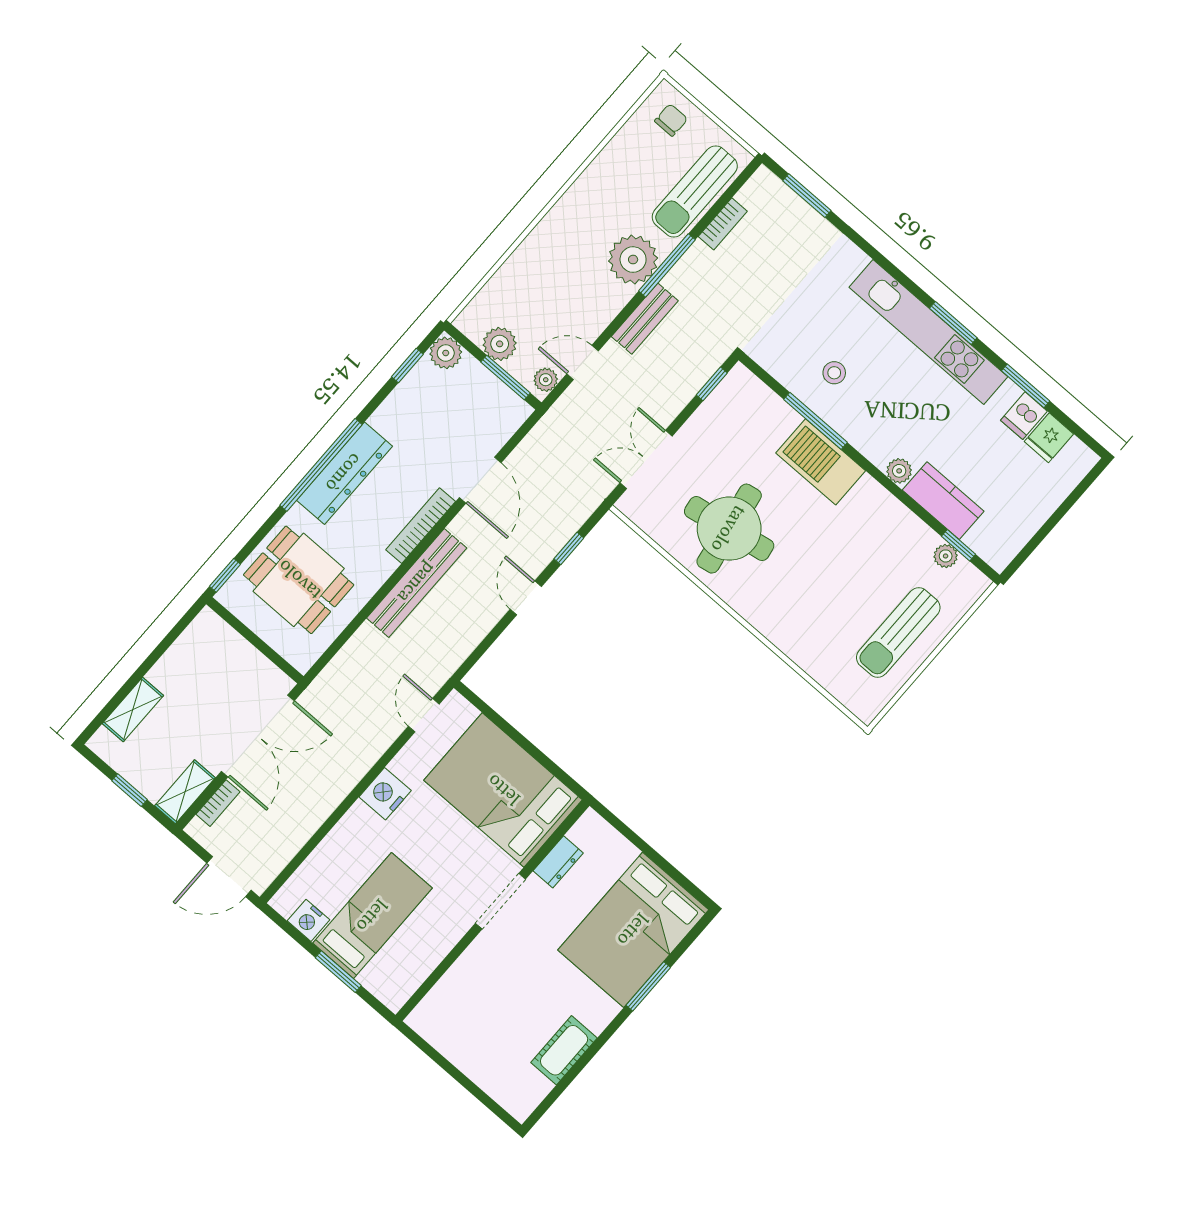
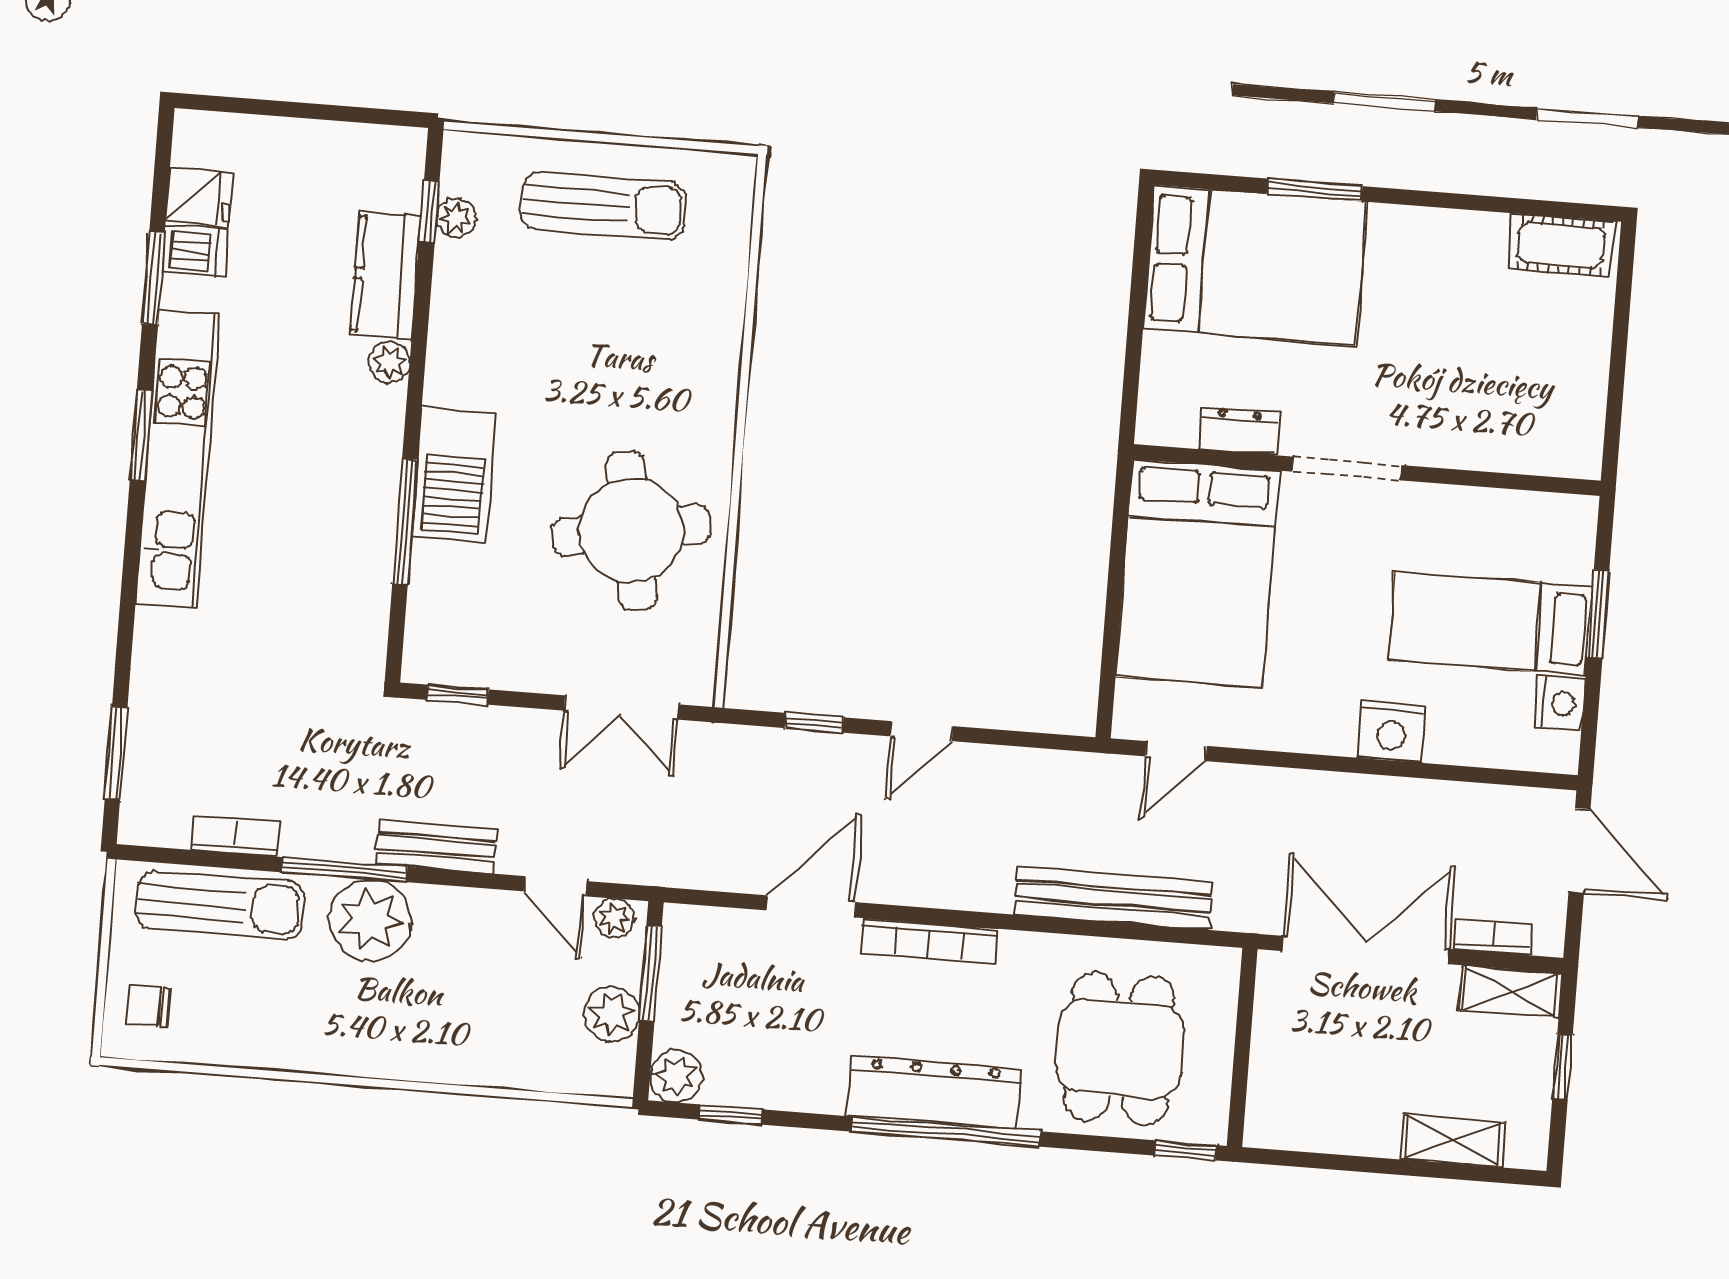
stool: (834, 373) -> (323, 544), removed
bench: (417, 583) -> (1113, 898), moved
nightstand: (385, 794) -> (1391, 731), moved
cot: (564, 1050) -> (1561, 245), moved

